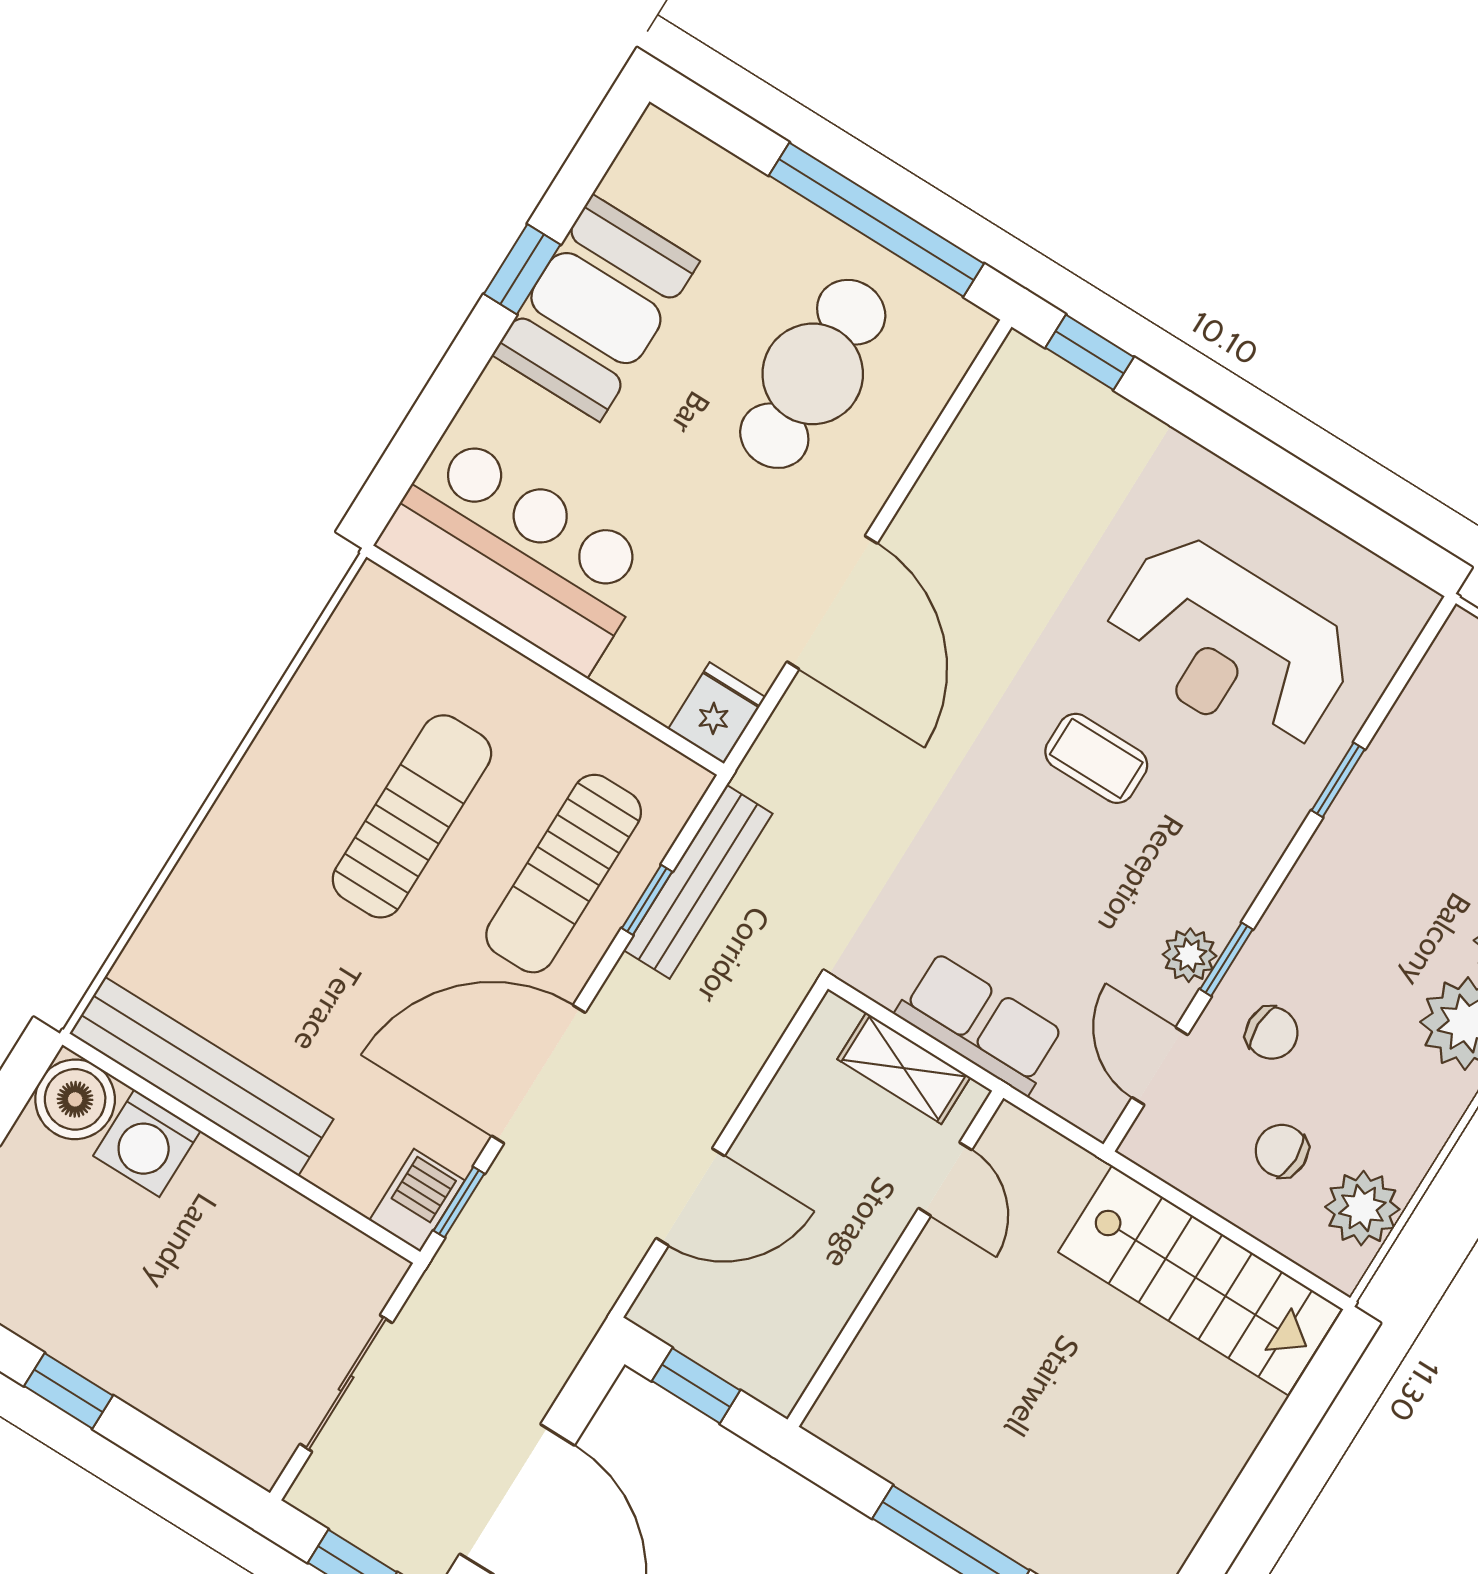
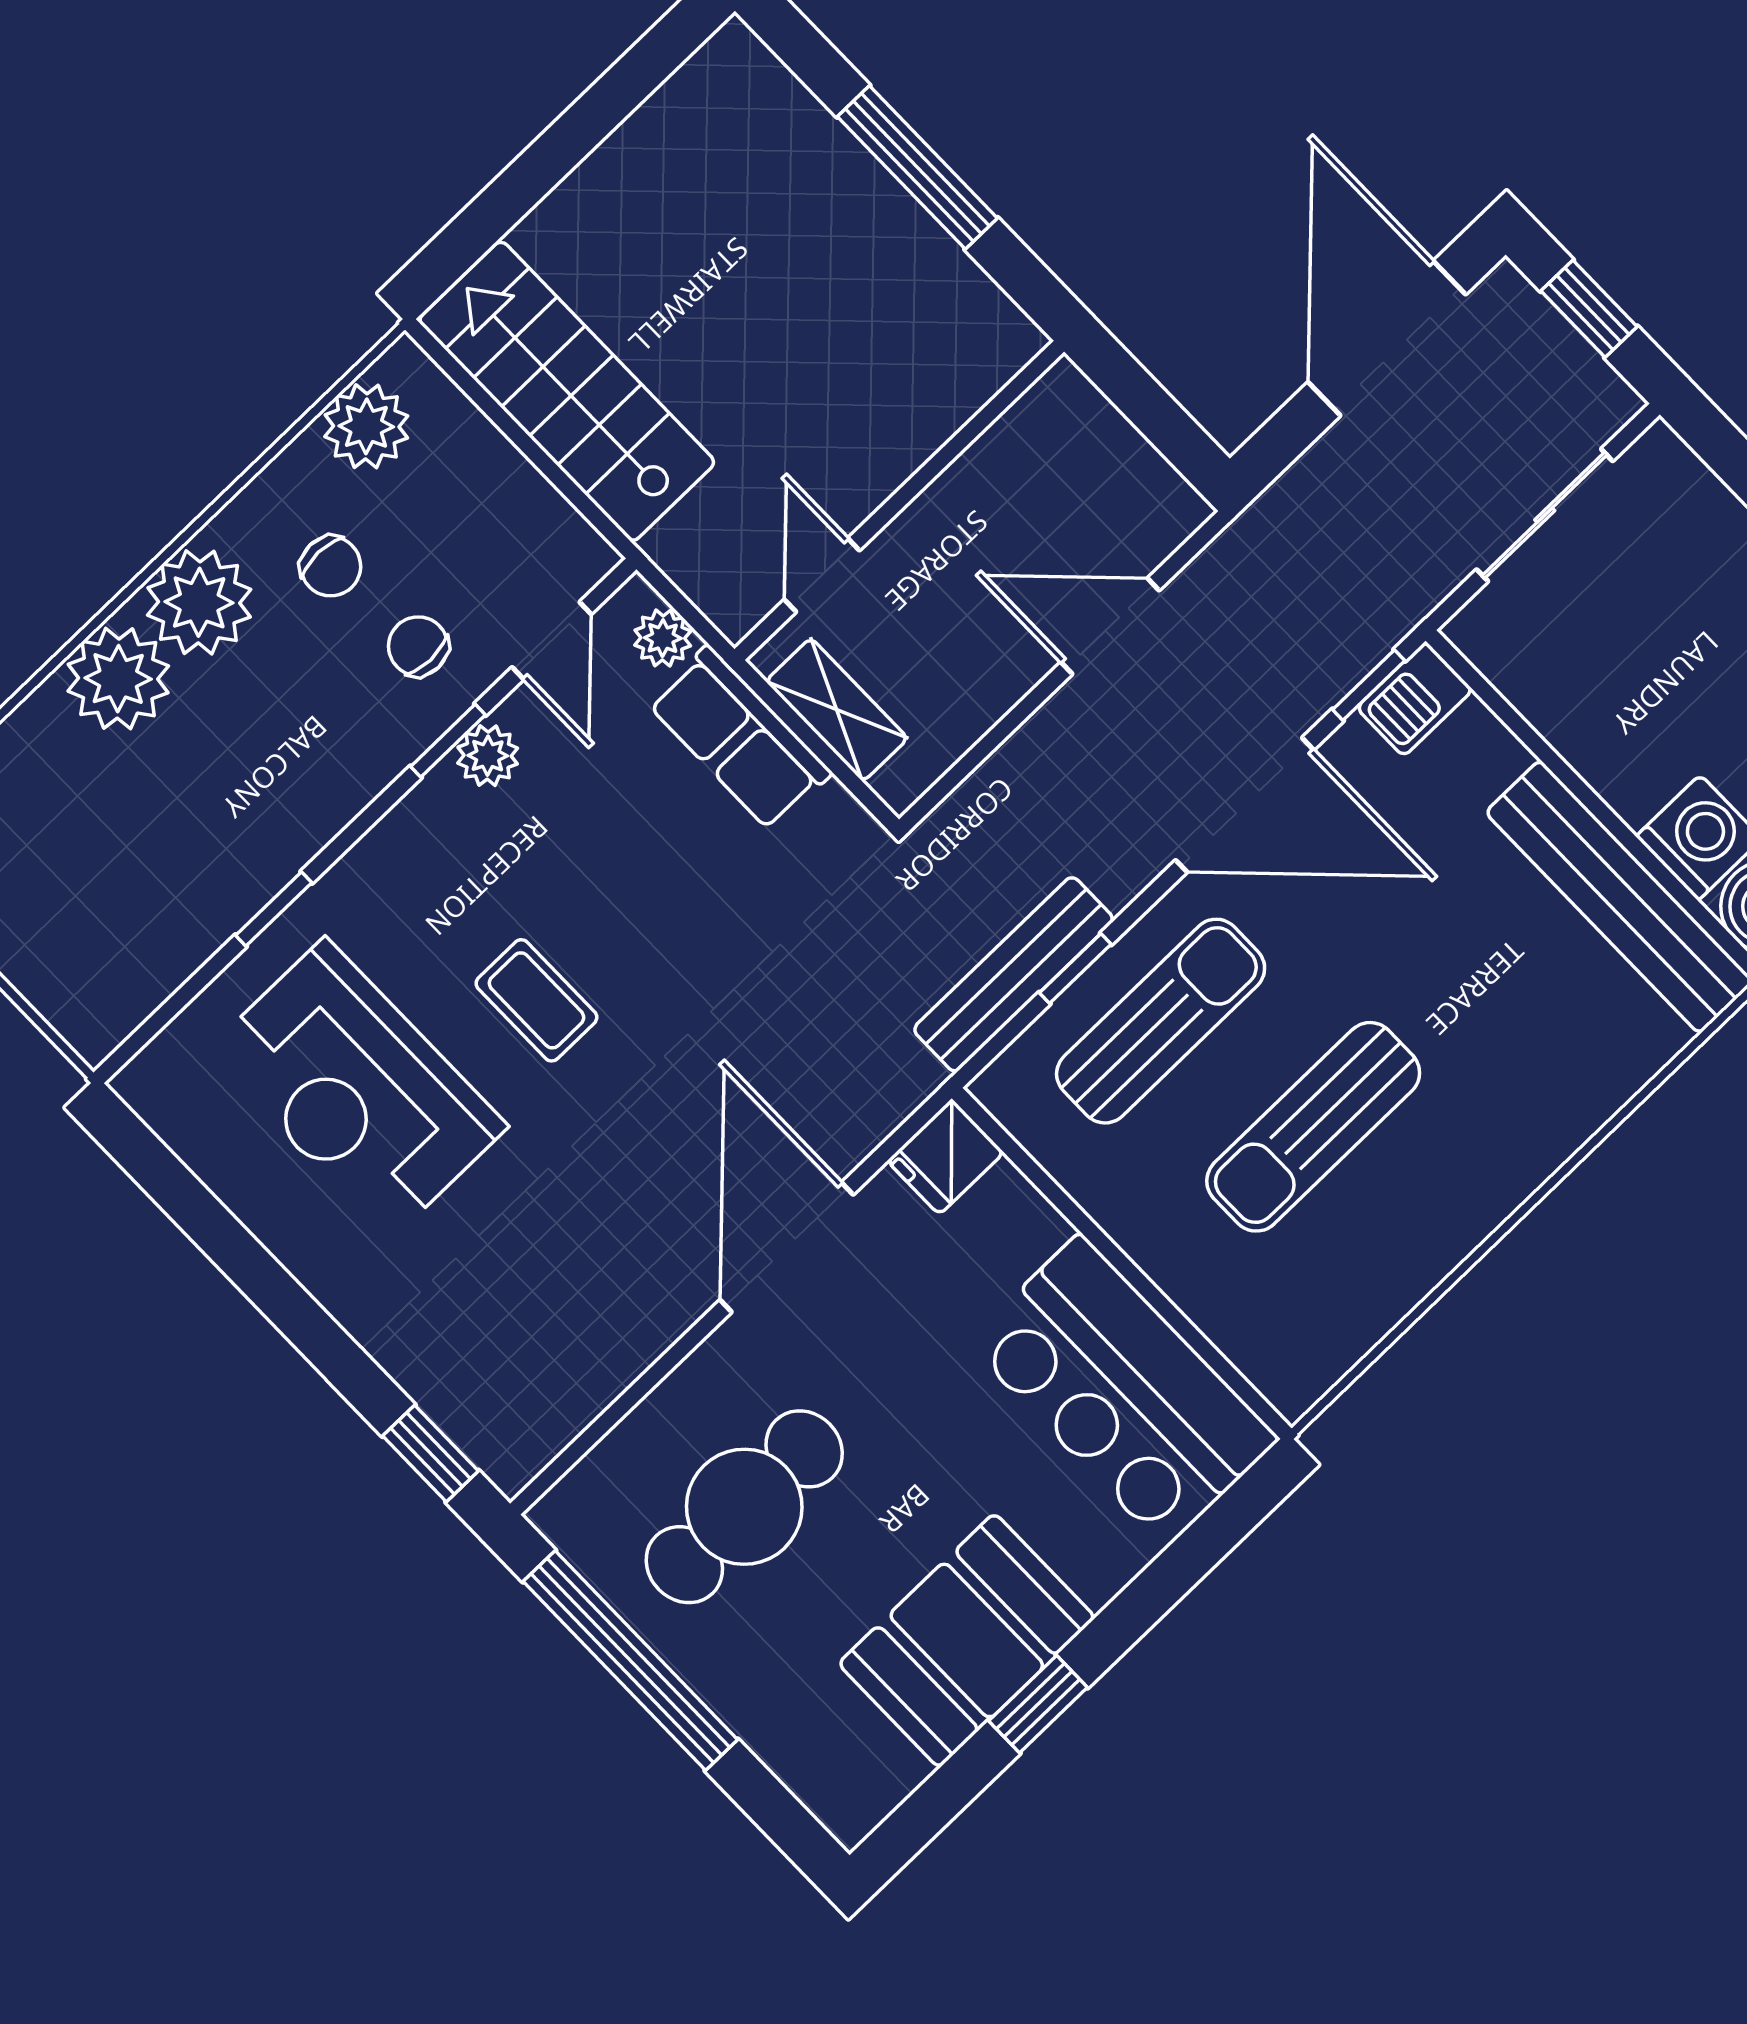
reception desk: (1229, 645) -> (357, 1089), turned 180
plant: (1066, 1092) -> (663, 638), added
chair: (1282, 1151) -> (331, 566), moved
window: (696, 1386) -> (1156, 415), removed

